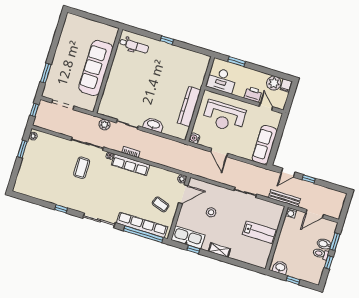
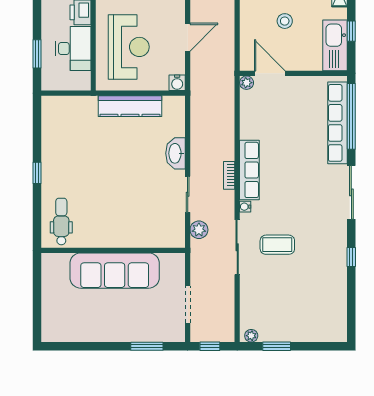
desk: (221, 80) -> (73, 49), moved
coffee table: (161, 204) -> (297, 104), removed

